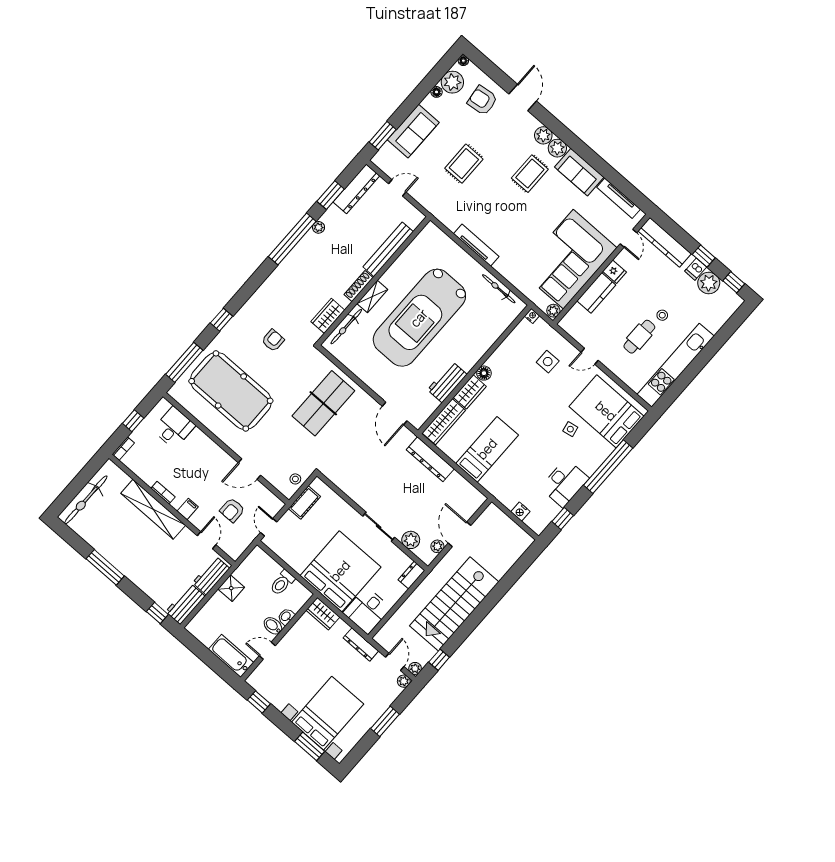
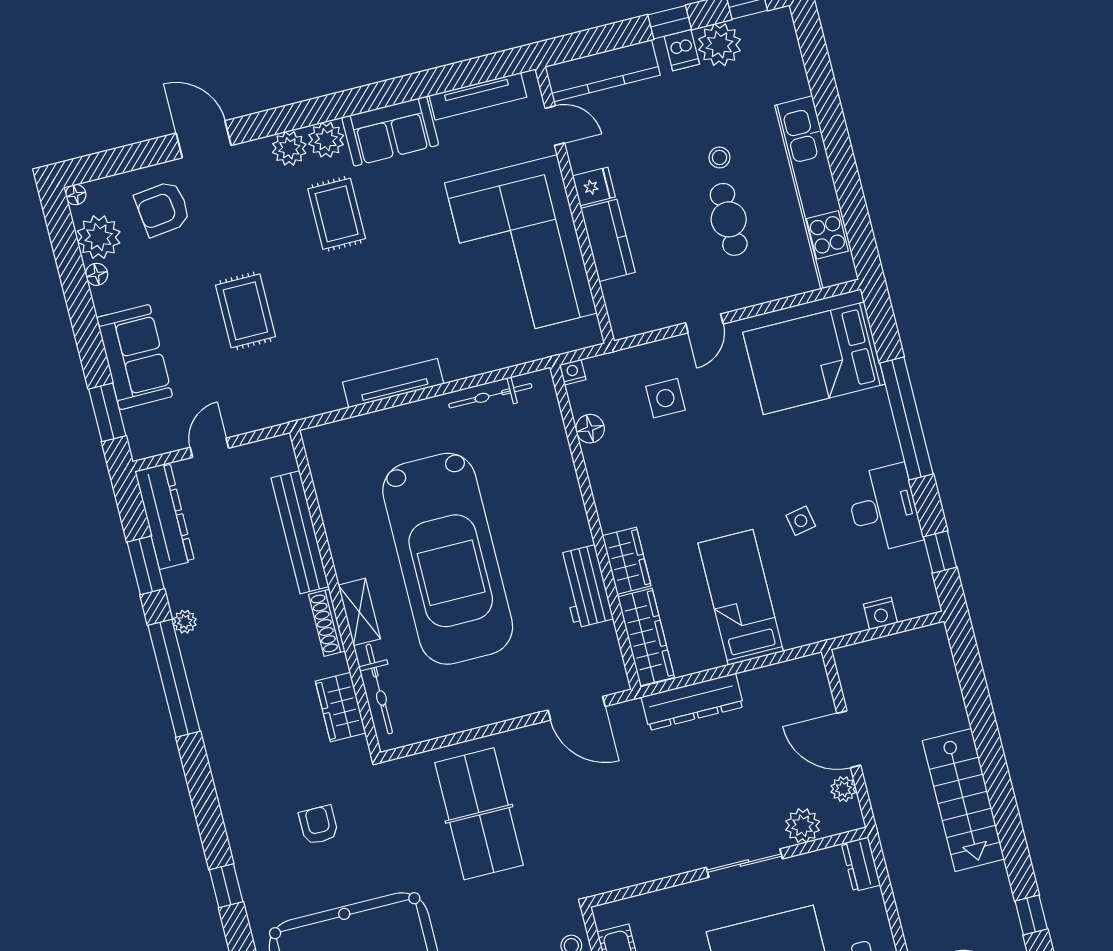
plant: (553, 311) -> (588, 331), removed
floor lamp: (484, 373) -> (590, 429), moved
side table: (570, 429) -> (801, 521), moved
stairs: (454, 604) -> (963, 800), width x0.73, depth x0.66

